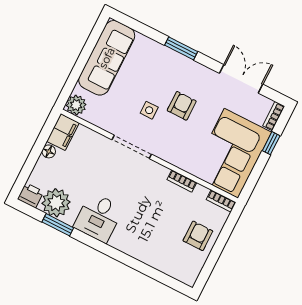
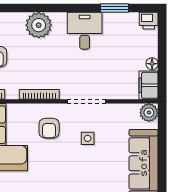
armchair: (182, 106) -> (49, 128), moved
bookcase: (182, 181) -> (39, 94), width x1.56
plant: (56, 203) -> (39, 25), moved

